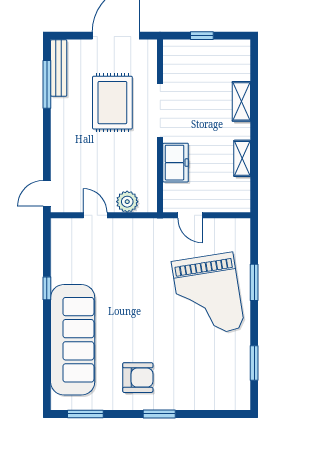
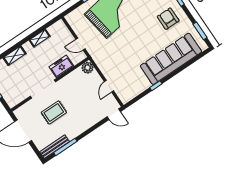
rug: (112, 103) -> (54, 112), width x0.73, depth x0.70
plant: (127, 202) -> (87, 68), moved
door: (190, 215) -> (80, 44), swing flipped

